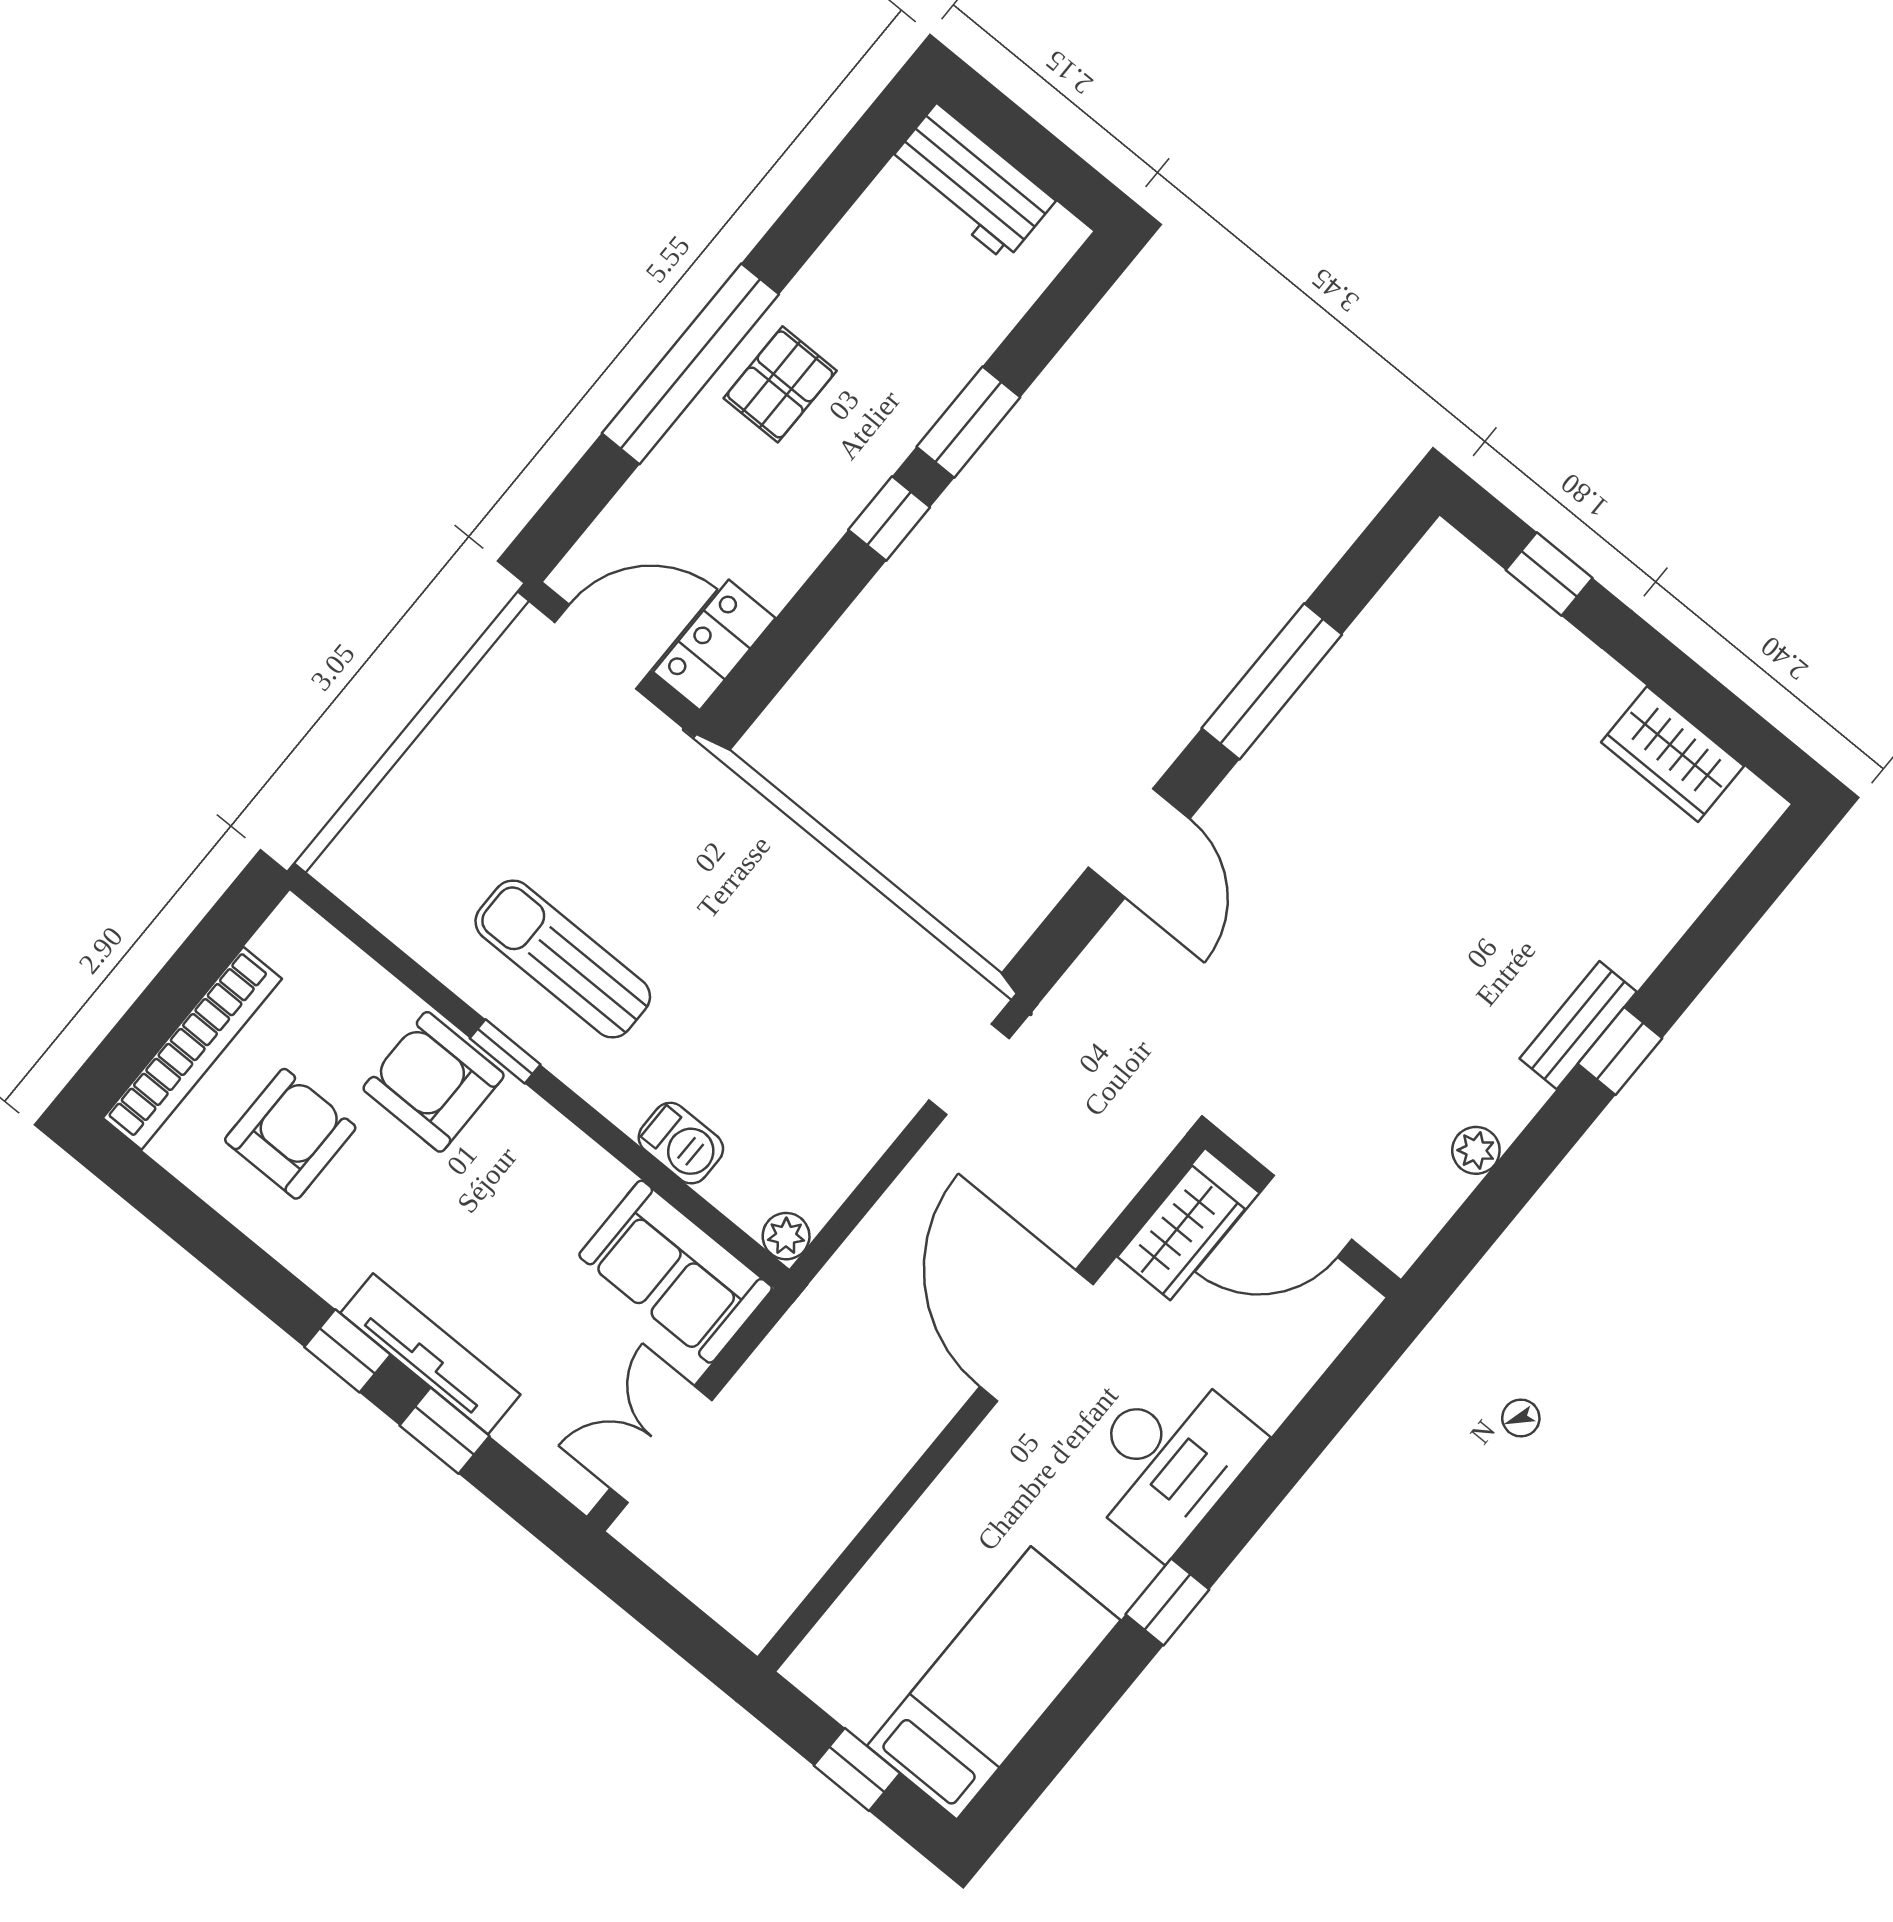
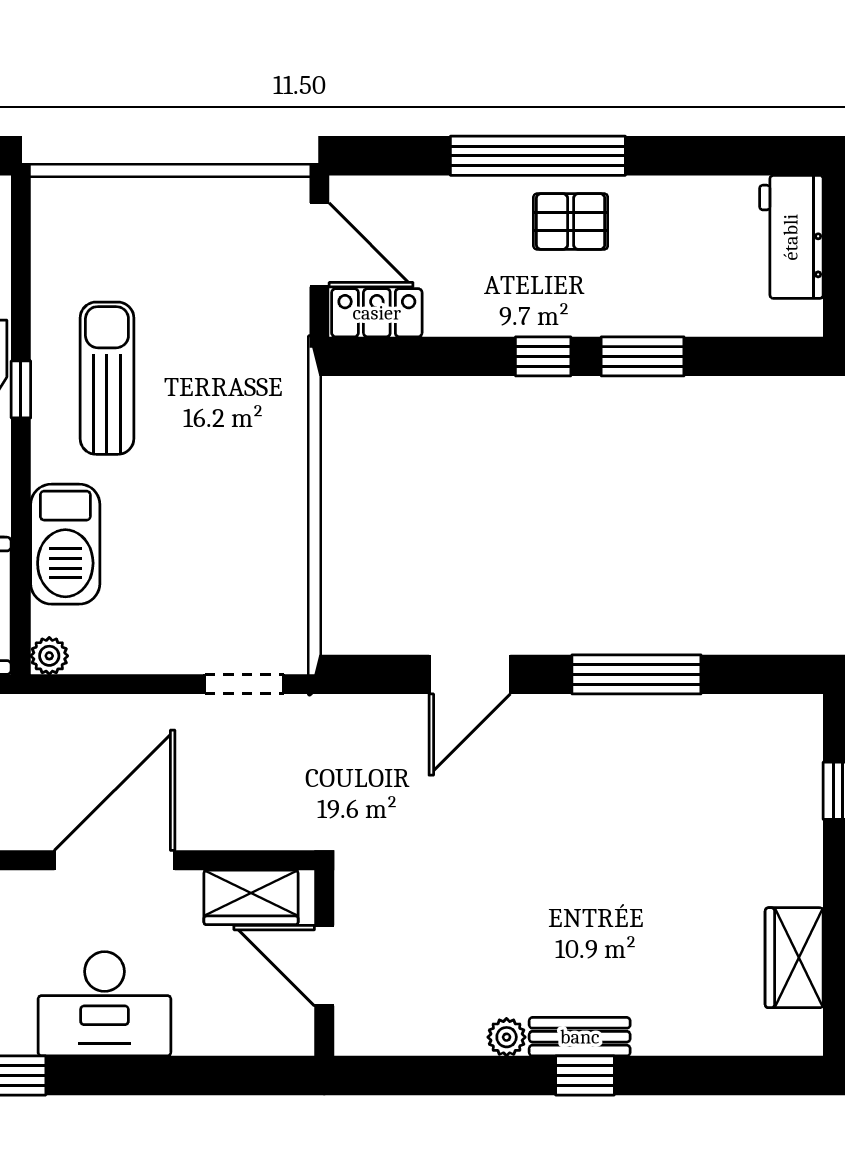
barbecue: (681, 1143) -> (65, 544), width x1.88, depth x1.53
plant: (1476, 1150) -> (507, 1037), moved

